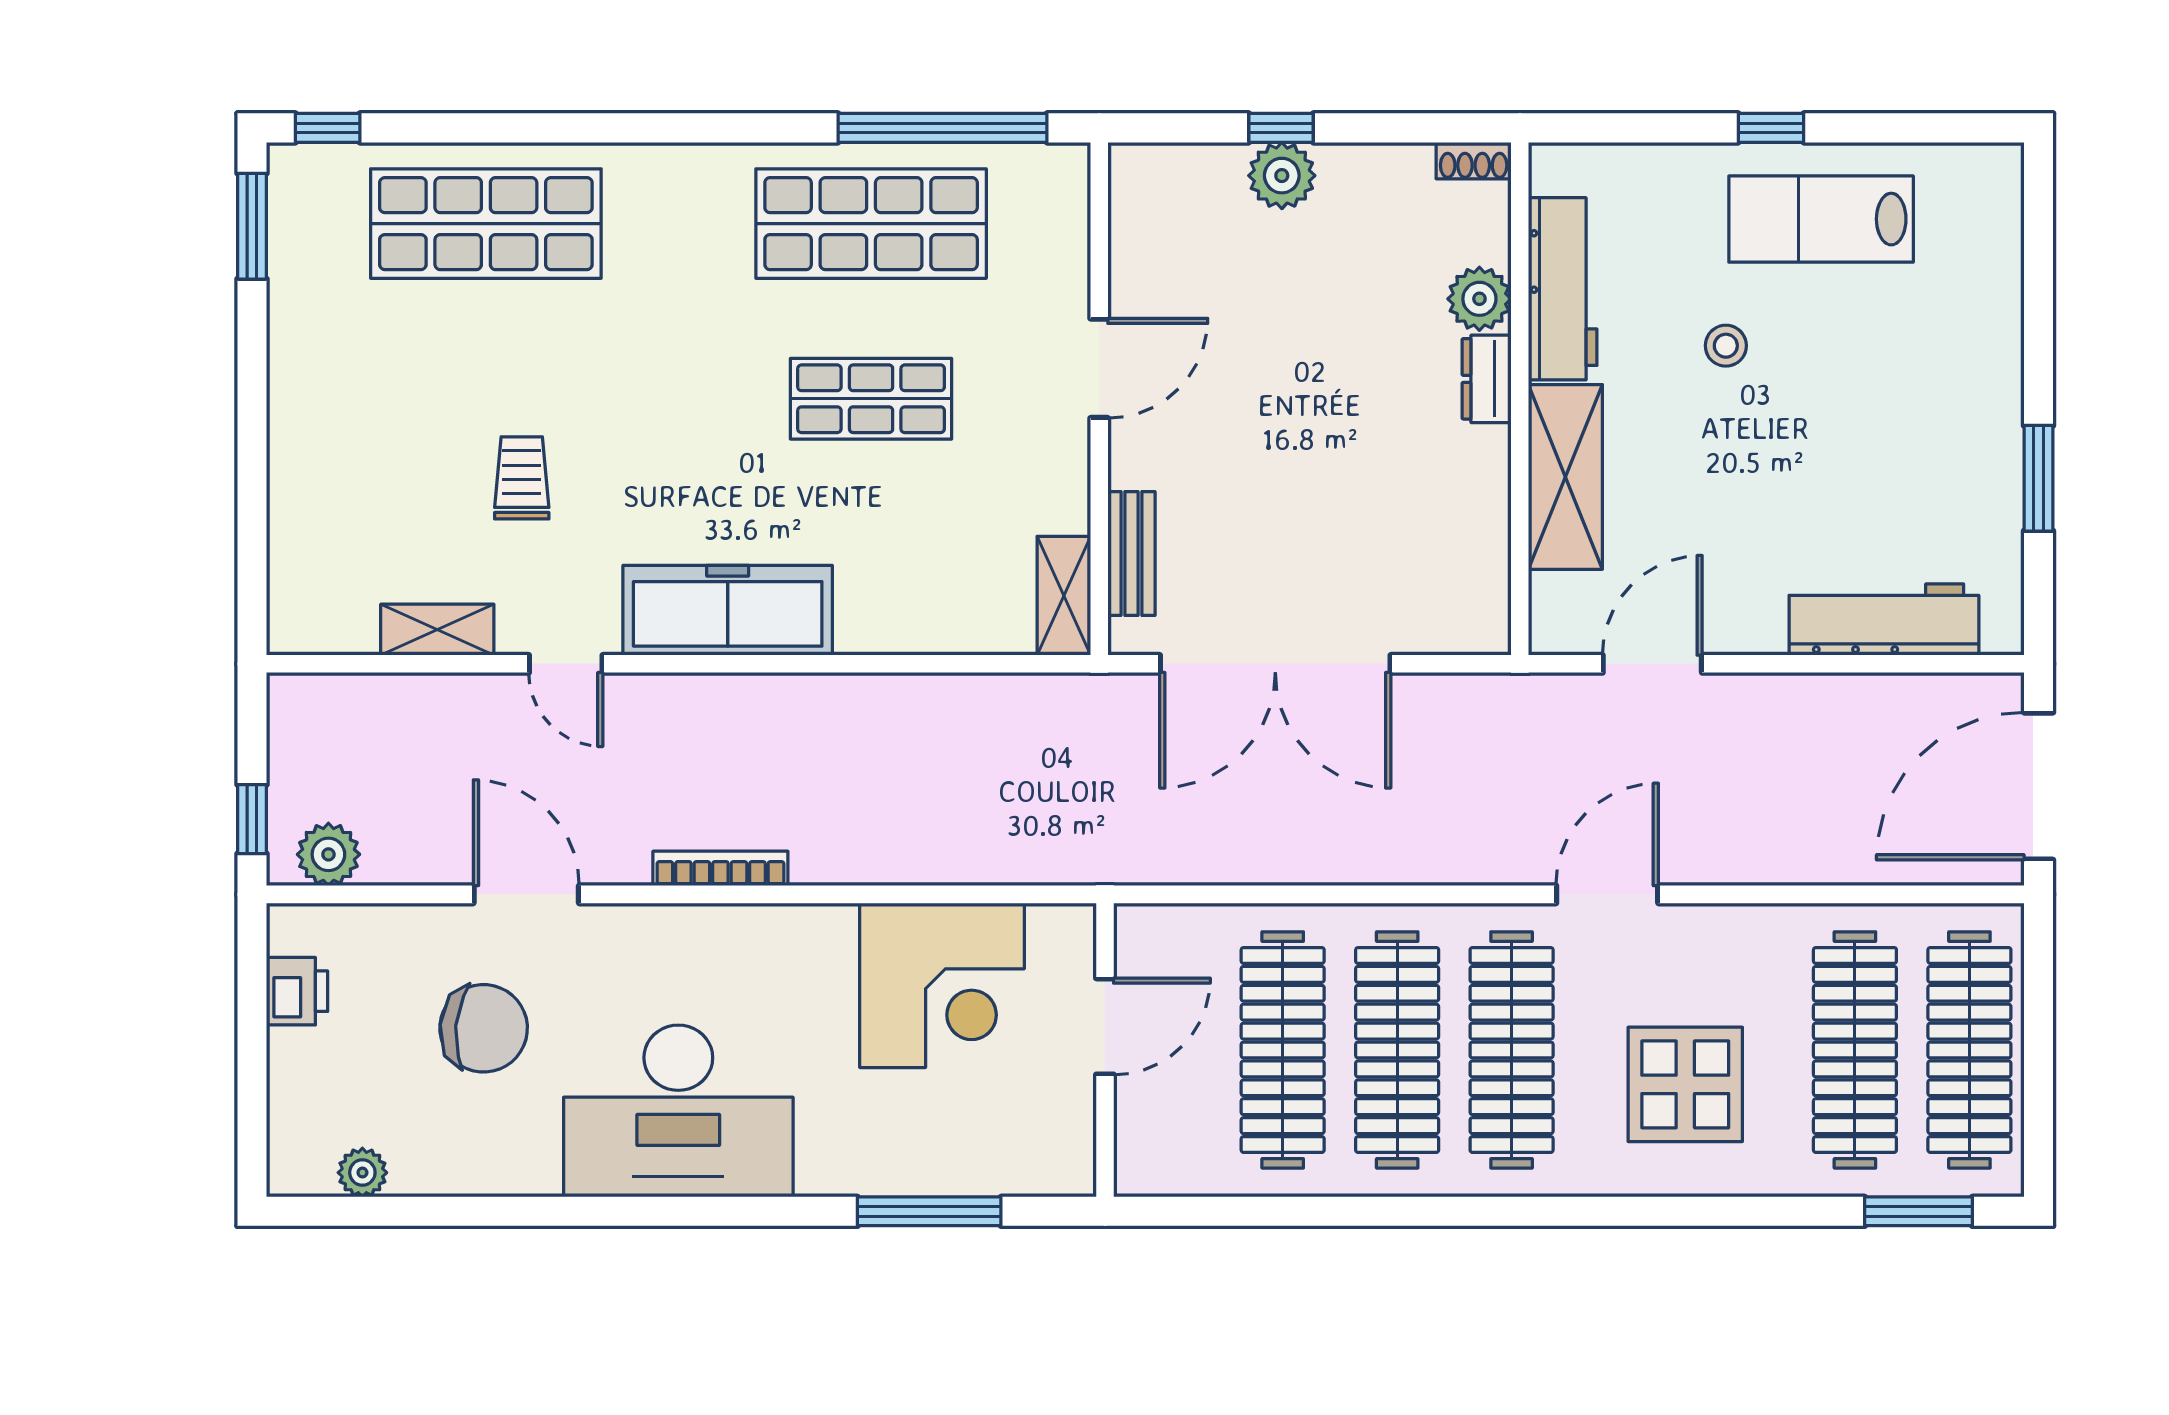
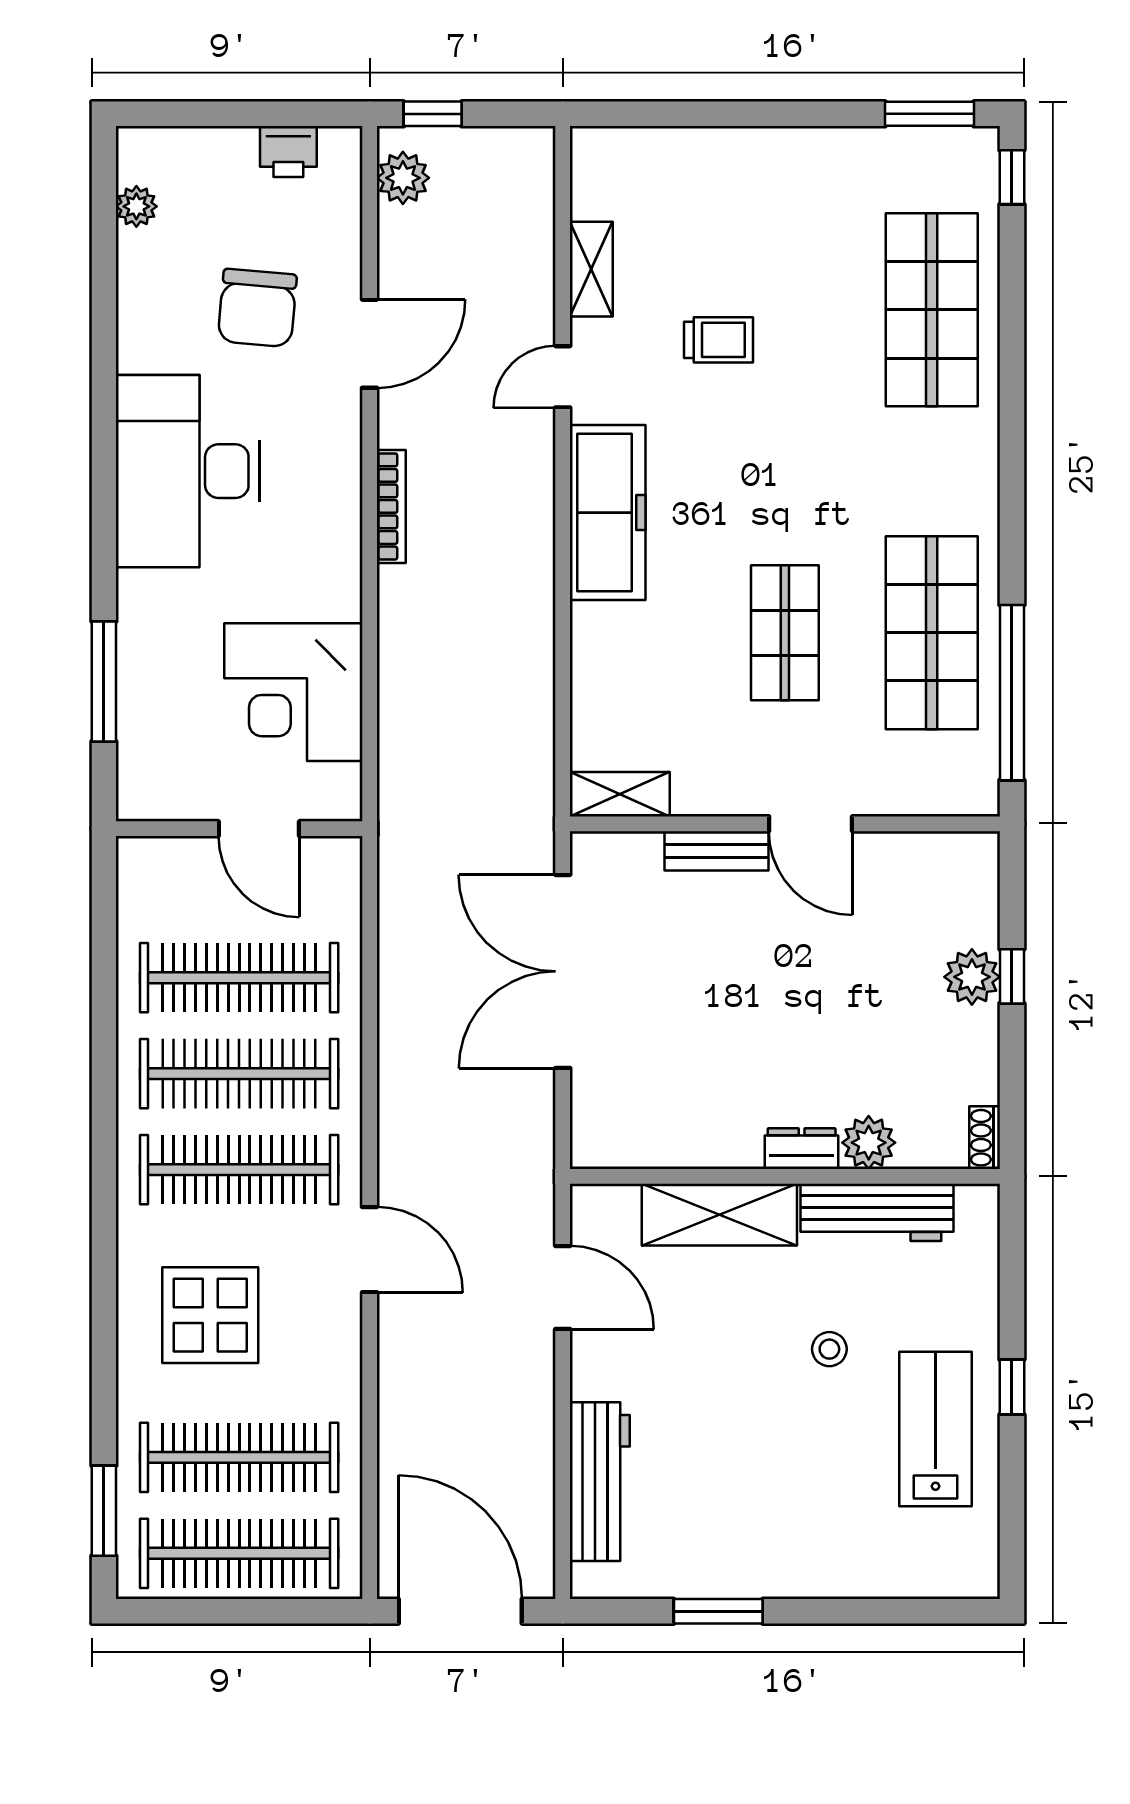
bench: (1131, 554) -> (717, 851), moved

